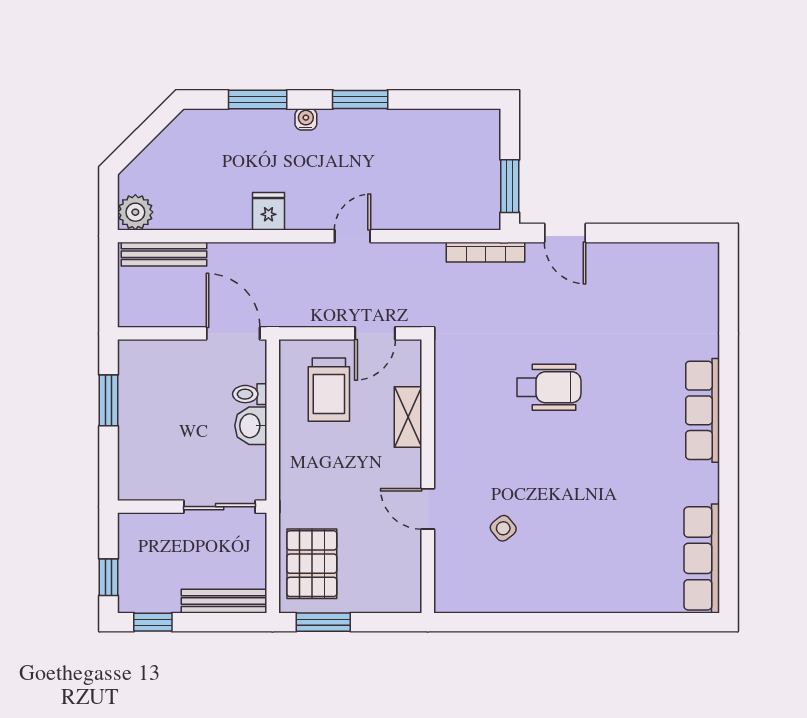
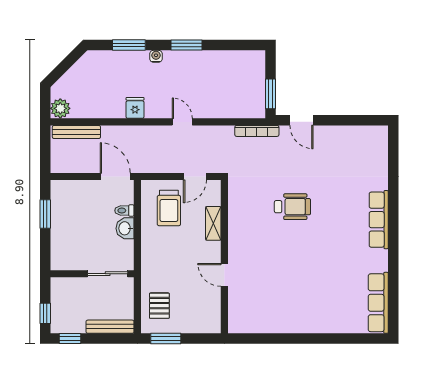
door: (353, 236) -> (182, 122), hinge flipped
side table: (503, 528) -> (267, 286), removed
pallet: (312, 564) -> (159, 306), width x0.67, depth x0.71

